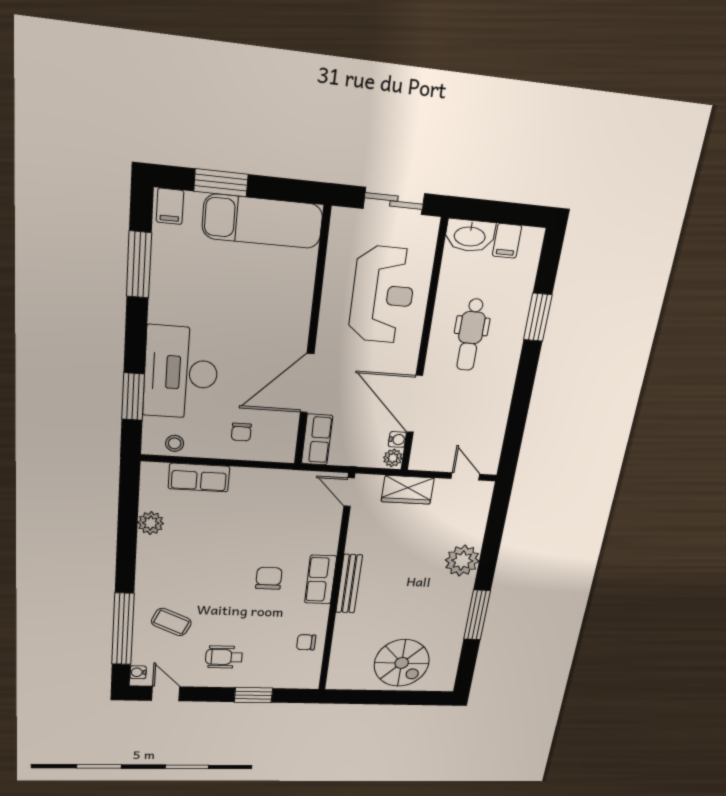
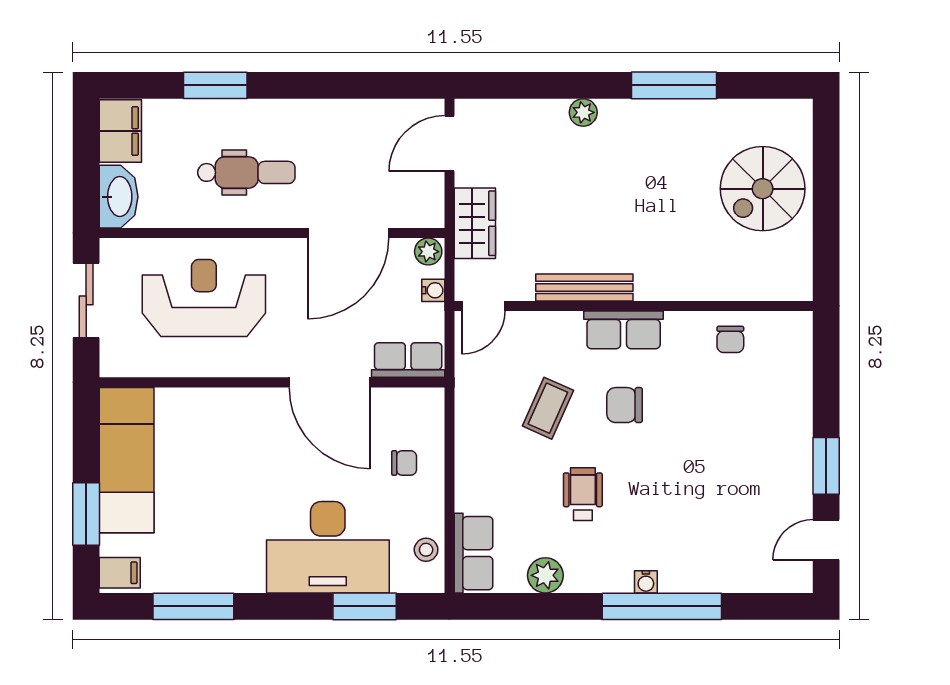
filing cabinet: (507, 241) -> (120, 131), width x2.00
water cooler: (397, 440) -> (433, 290), moved, turned 90
door: (465, 476) -> (449, 144), width x1.38
row of seats: (199, 478) -> (474, 553), moved
plant: (462, 561) -> (583, 112), width x0.53, depth x0.53
bench: (349, 584) -> (584, 287), moved
coffee table: (171, 622) -> (548, 408), moved
window: (123, 629) -> (662, 606), moved
wheelchair: (224, 657) -> (583, 494), moved, turned 180
spiral stairs: (402, 663) -> (763, 189), turned 180
water cooler: (138, 672) -> (646, 582), moved
window: (253, 695) -> (826, 466), moved

